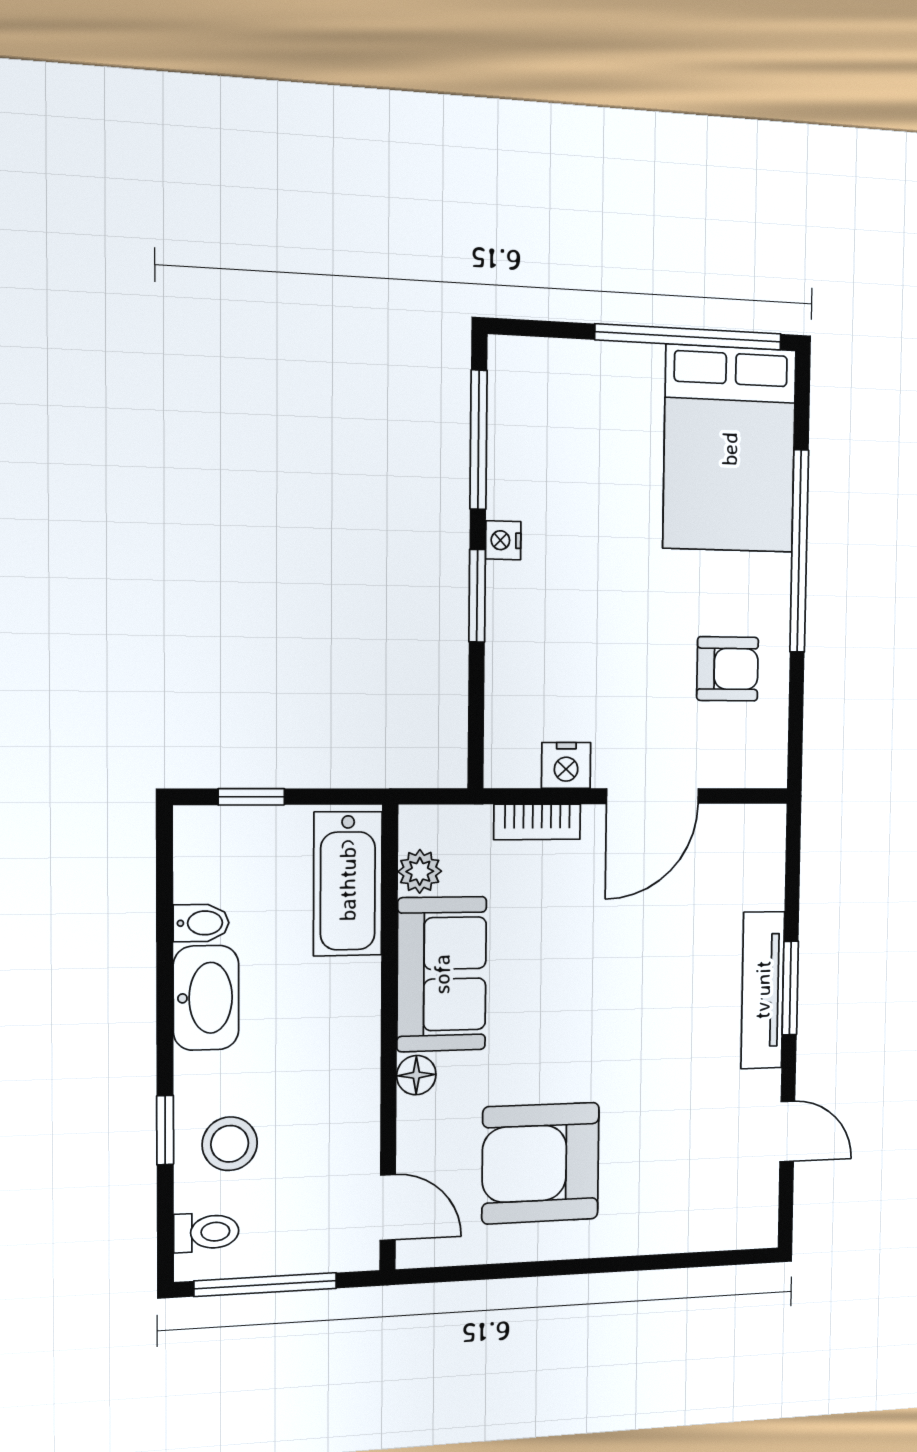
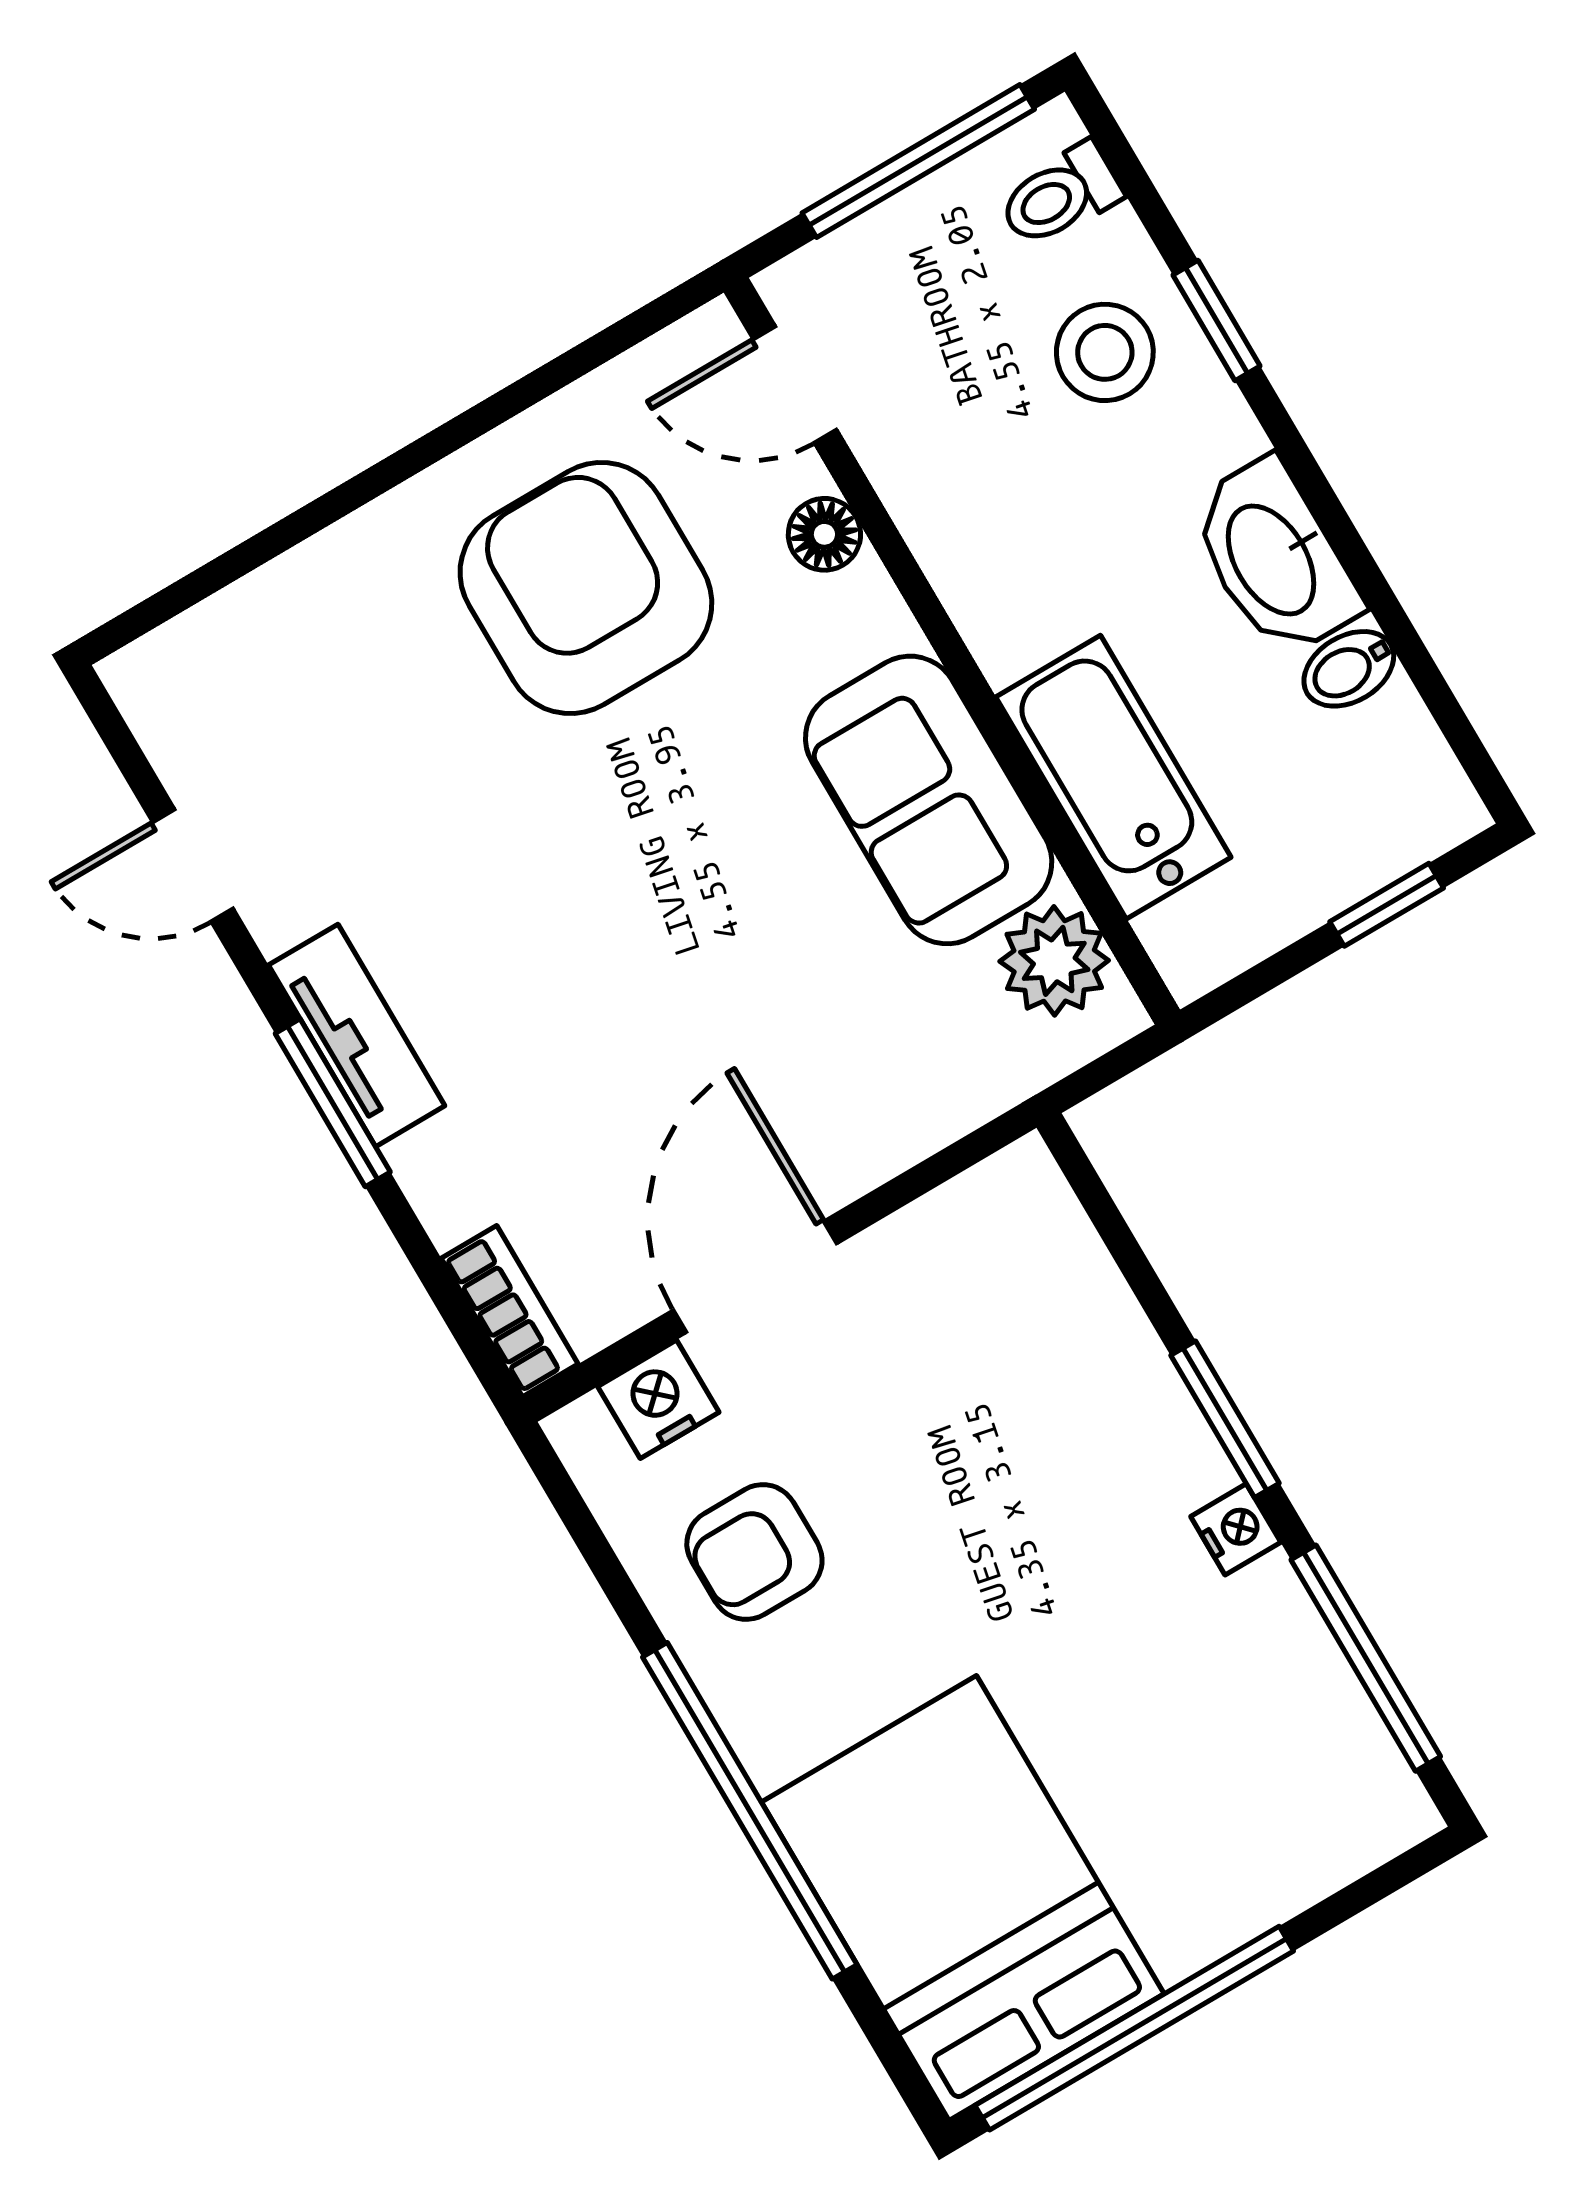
nightstand: (566, 765) -> (658, 1399), moved
bookcase: (537, 822) -> (510, 1311), moved, turned 90
plant: (420, 871) -> (1054, 961), width x1.38, depth x1.38
bathtub: (348, 884) -> (1113, 777), moved
tv unit: (763, 990) -> (357, 1035), width x0.71
floor lamp: (416, 1075) -> (824, 534), moved
armchair: (541, 1163) -> (586, 588), turned -90

